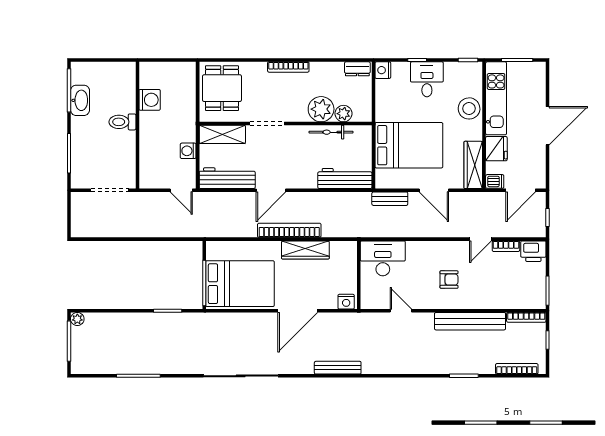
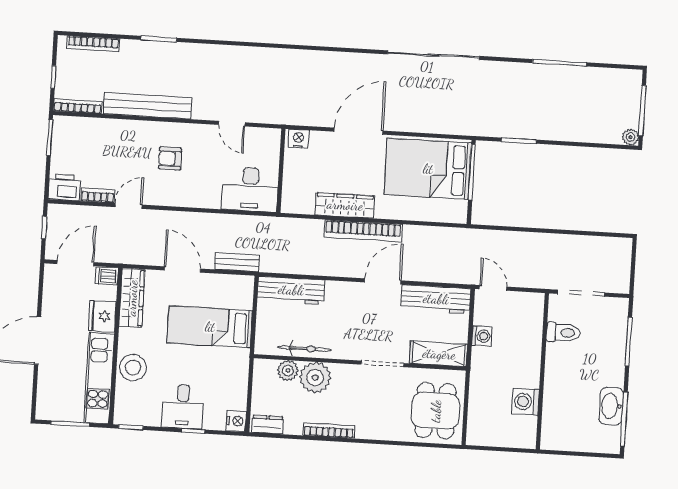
bookcase: (288, 67) -> (329, 430), moved
toilet: (122, 122) -> (563, 332), moved
bed: (409, 145) -> (210, 327), width x0.67
bench: (338, 368) -> (314, 58), removed

